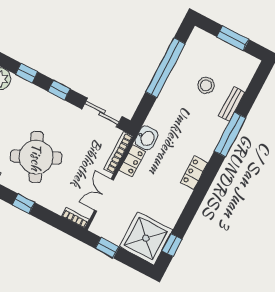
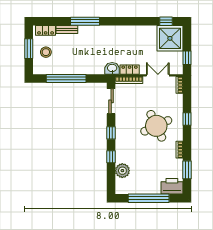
stool: (206, 85) -> (46, 52), moved
locker: (194, 173) -> (46, 30), moved
double door: (104, 195) -> (158, 75), swing flipped

